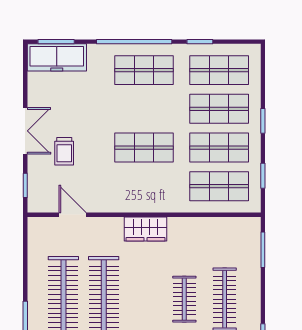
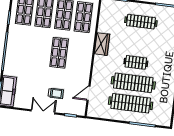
shop shelf: (144, 70) -> (20, 48), removed
wardrobe: (146, 229) -> (102, 44), moved
clothes rail: (184, 299) -> (136, 62), moved

